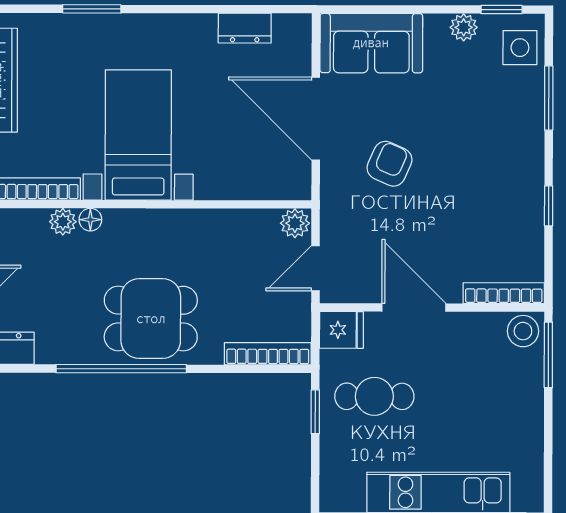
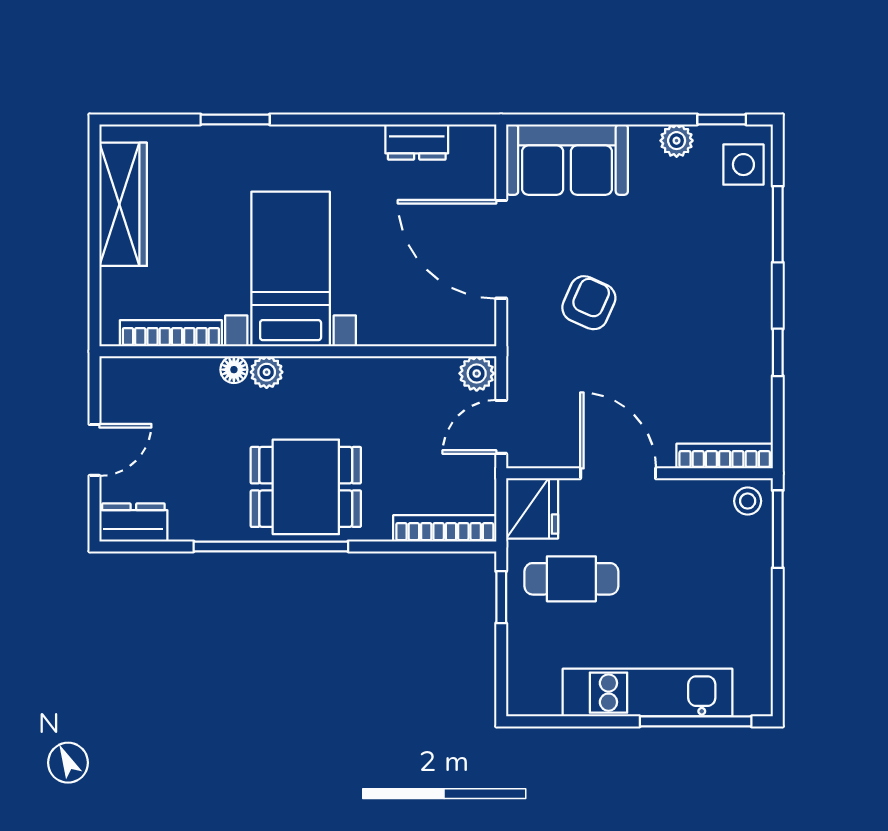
plant: (63, 222) -> (267, 372), moved
fridge: (341, 330) -> (532, 508), width x1.38
stool: (523, 331) -> (748, 501), width x0.73, depth x0.73

